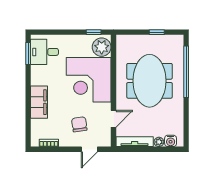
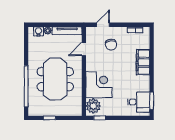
corner desk: (89, 80) -> (99, 85), width x0.74, depth x0.74

